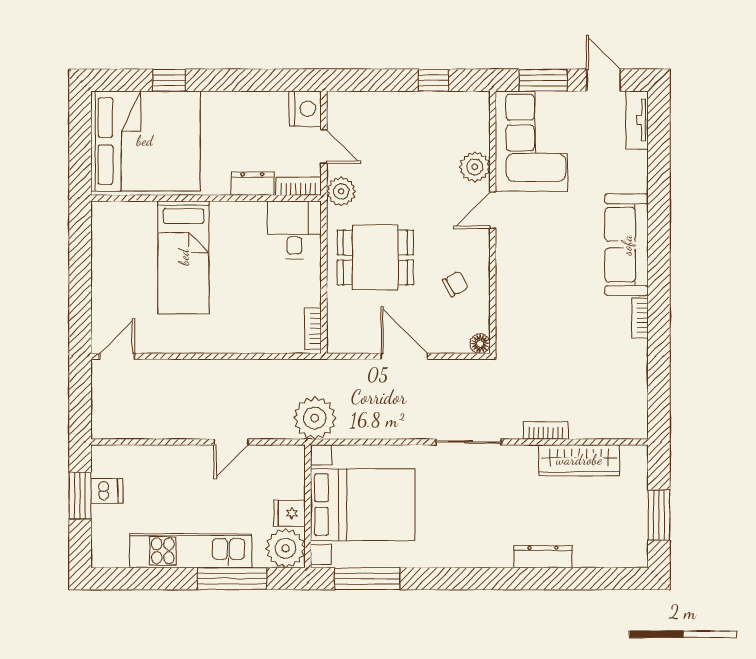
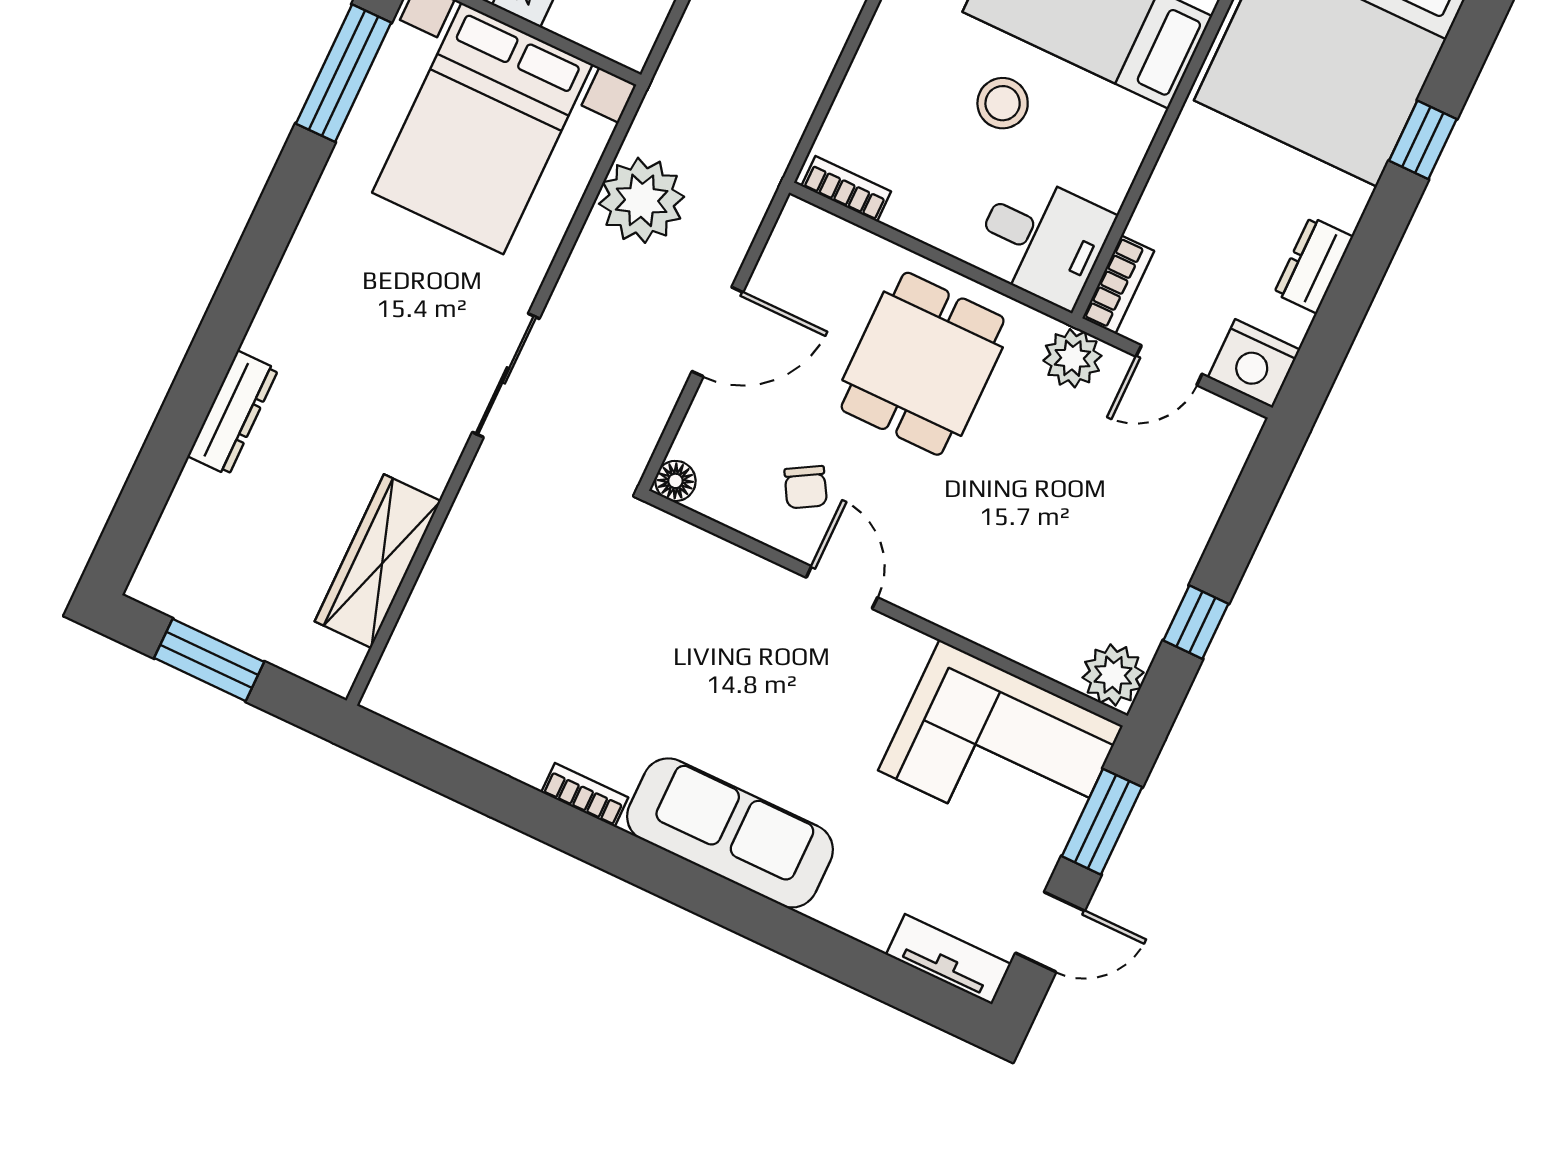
plant: (475, 167) -> (1113, 675), moved
dresser: (252, 184) -> (1314, 265), moved, turned 180
door: (493, 210) -> (842, 587), moved
stool: (241, 277) -> (1003, 103), added
plant: (315, 418) -> (642, 200), moved
bookcase: (546, 430) -> (461, 526), removed

